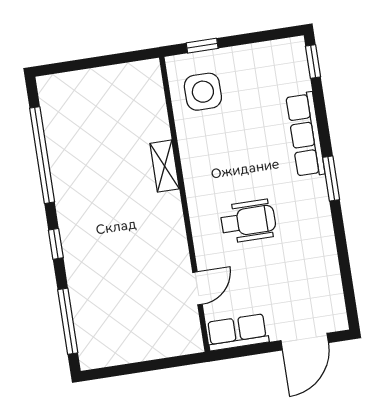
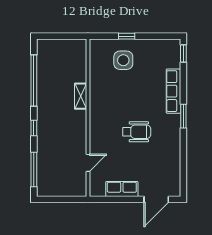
shelving: (165, 166) -> (81, 96), moved
wall: (184, 204) -> (88, 118), moved
door: (198, 288) -> (88, 163), moved

